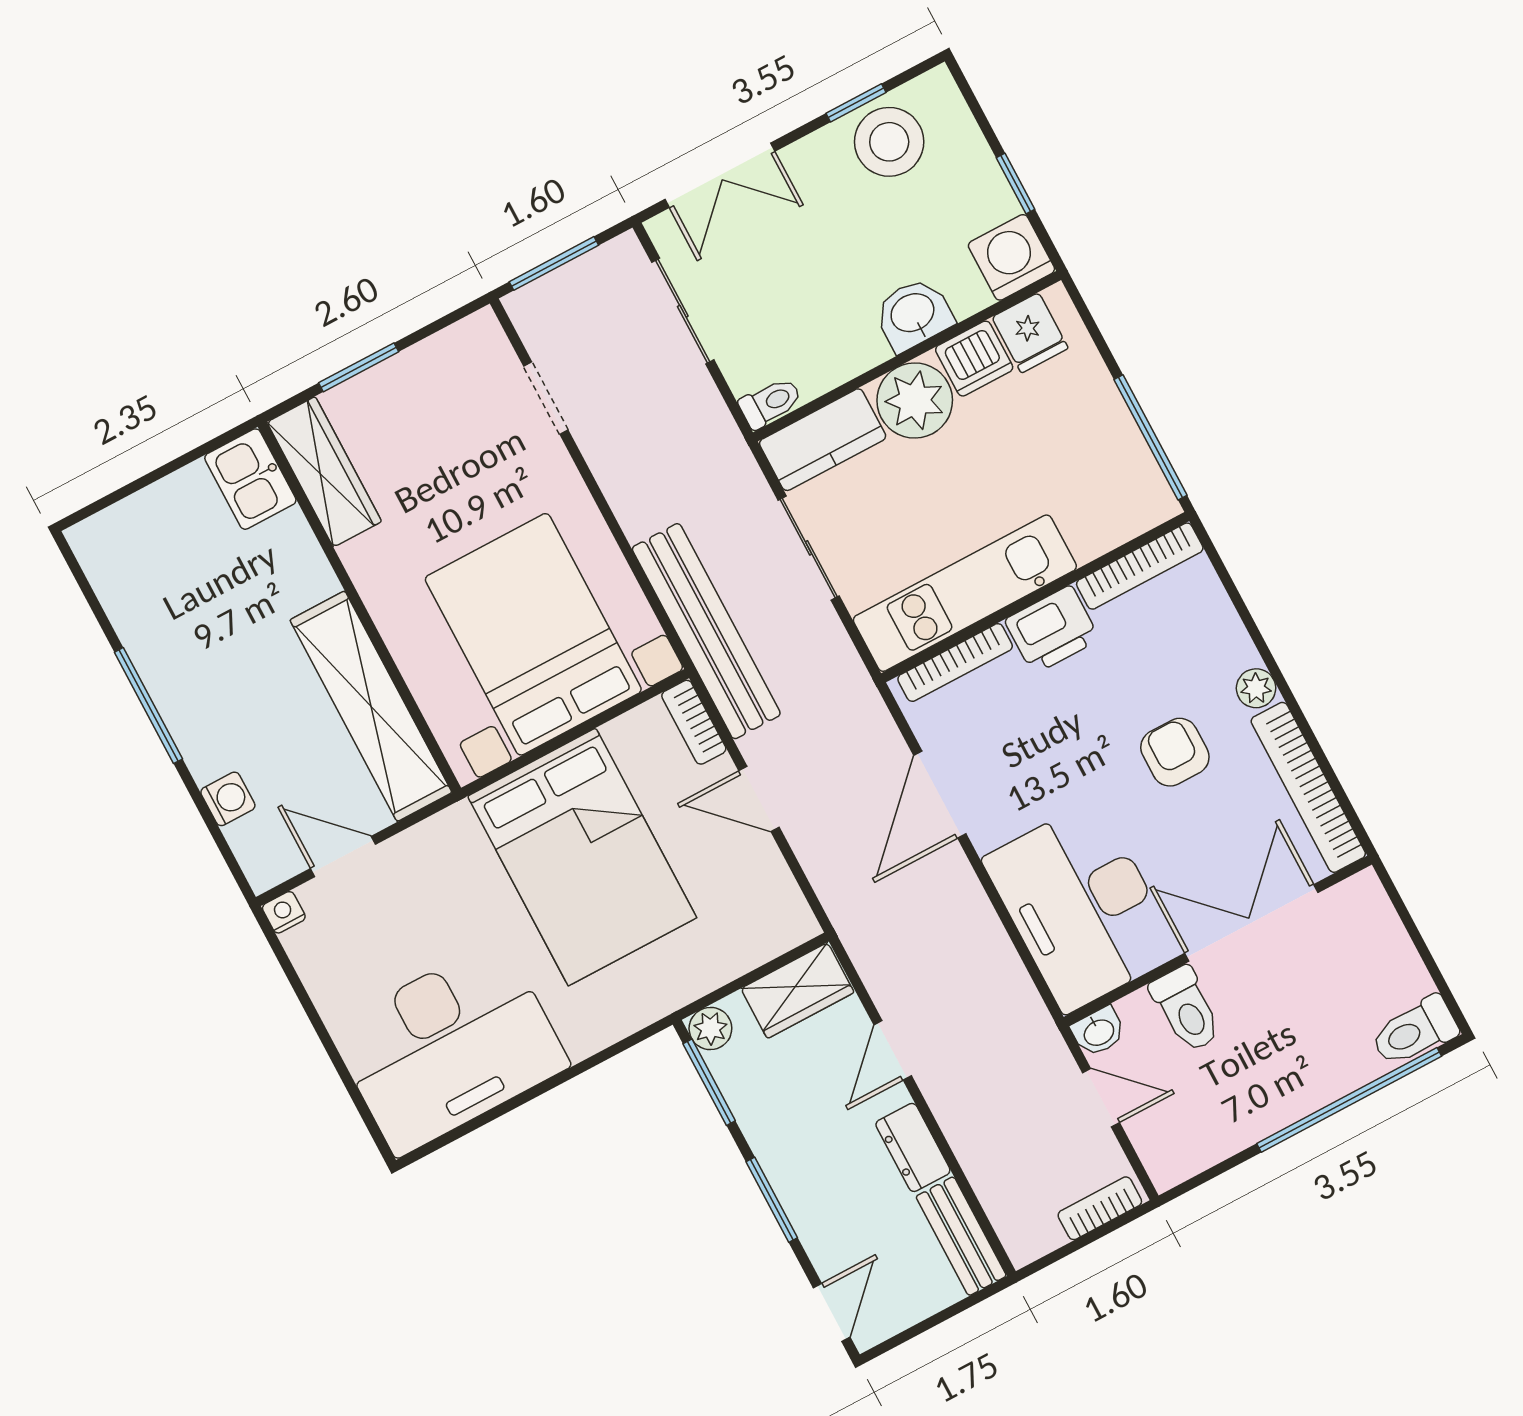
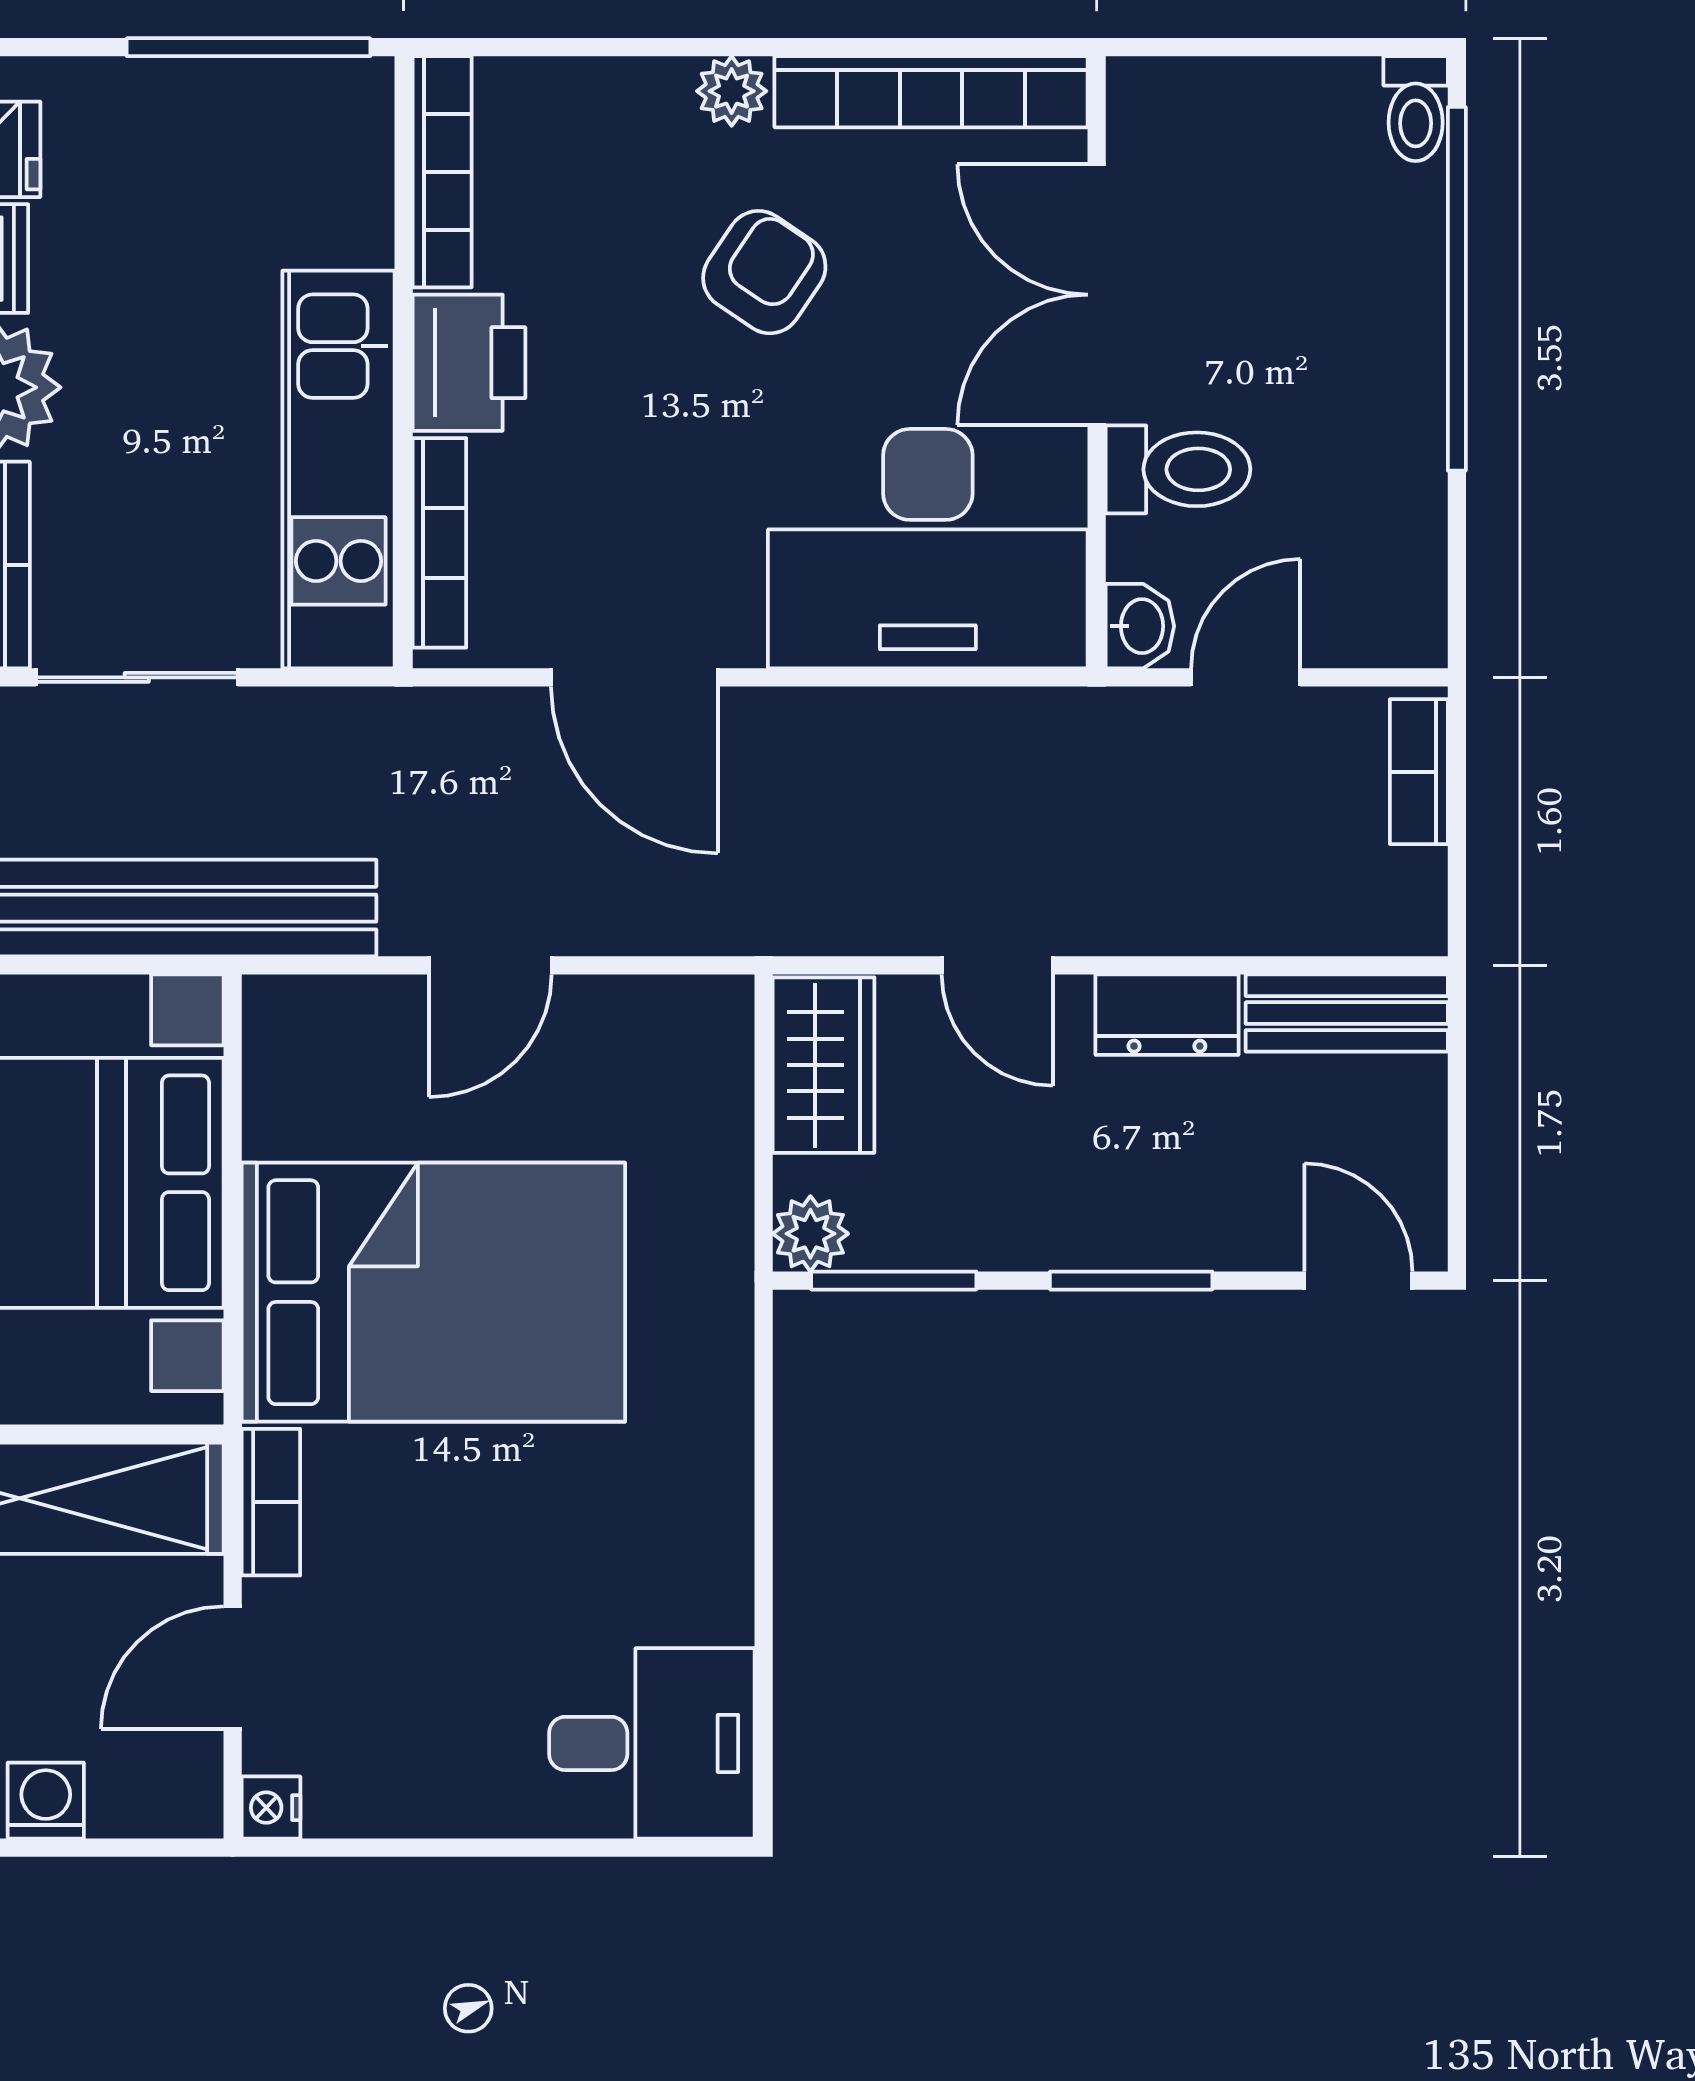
bookcase: (694, 722) -> (271, 1502), moved, turned -90
armchair: (1175, 752) -> (764, 272), turned 124
toilet: (1414, 1031) -> (1416, 109), width x0.73, depth x0.72
desk: (449, 1047) -> (652, 1743), width x0.53, depth x0.77

